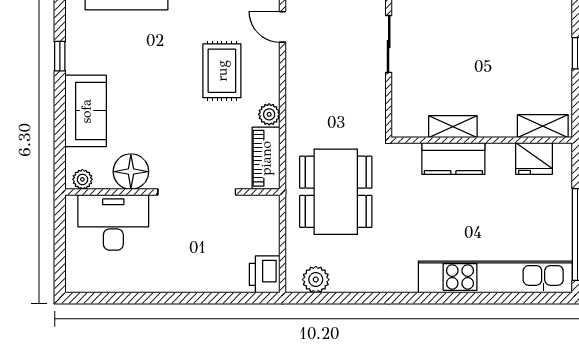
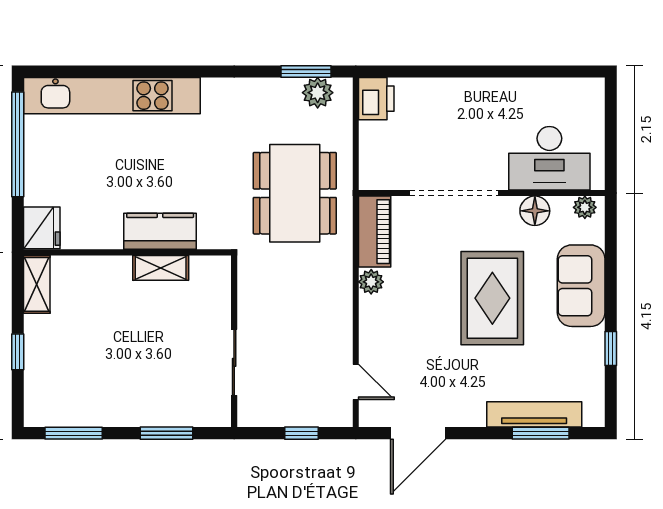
rug: (222, 71) -> (492, 298), moved, width x1.36, depth x1.43
shelving: (543, 126) -> (37, 284), moved, turned 90
fridge: (534, 158) -> (42, 228), moved, turned 90
floor lamp: (131, 172) -> (535, 211), width x0.73, depth x0.73
window: (326, 298) -> (306, 71), added

